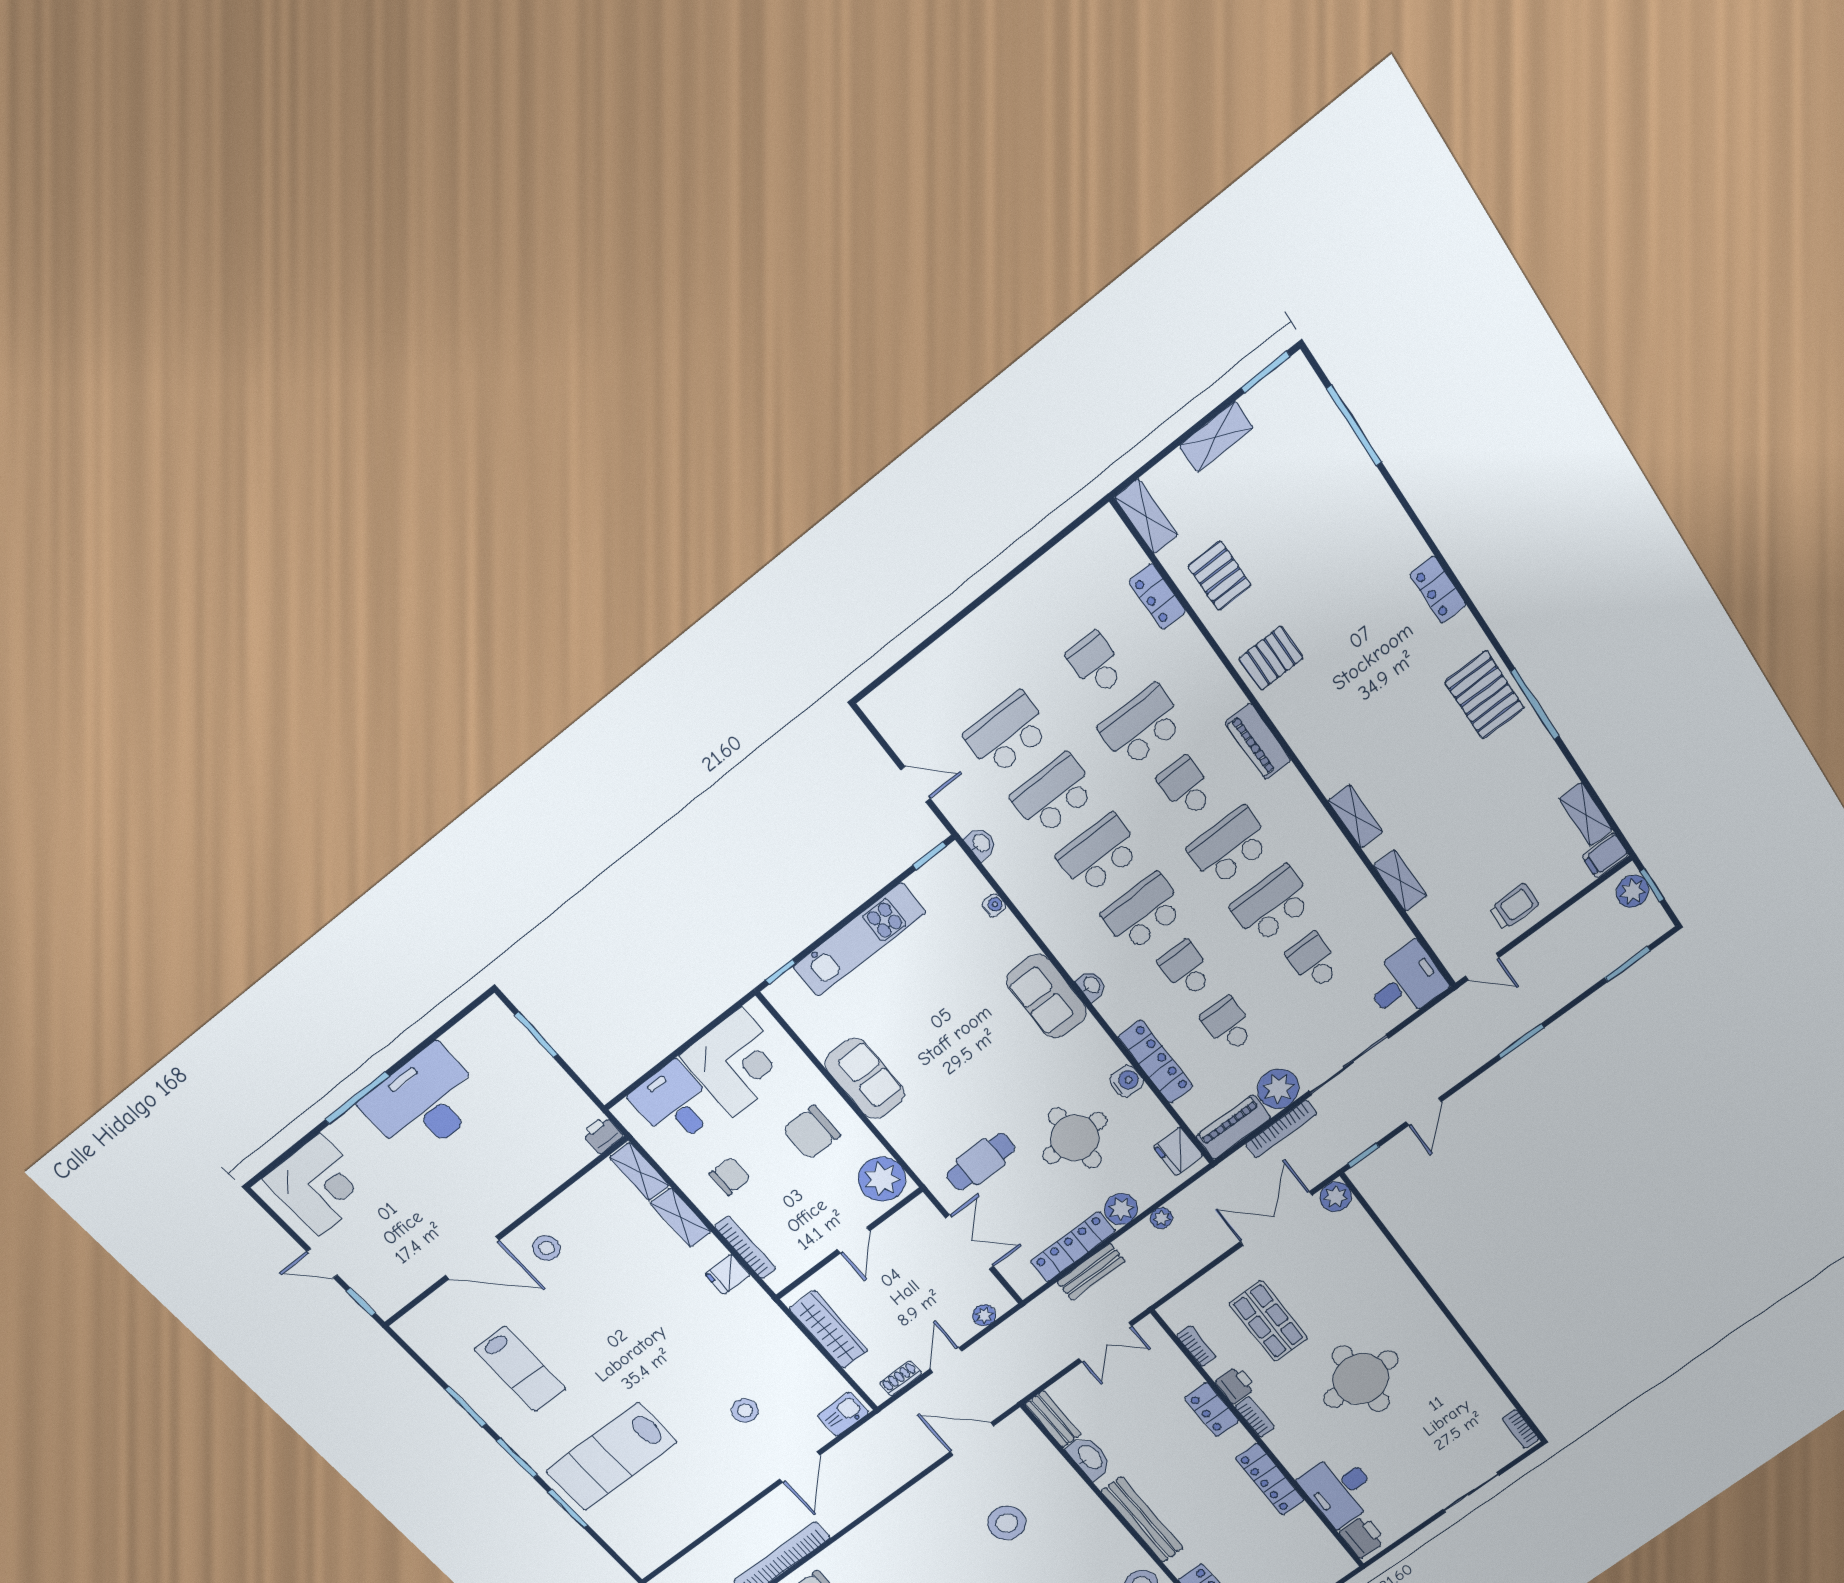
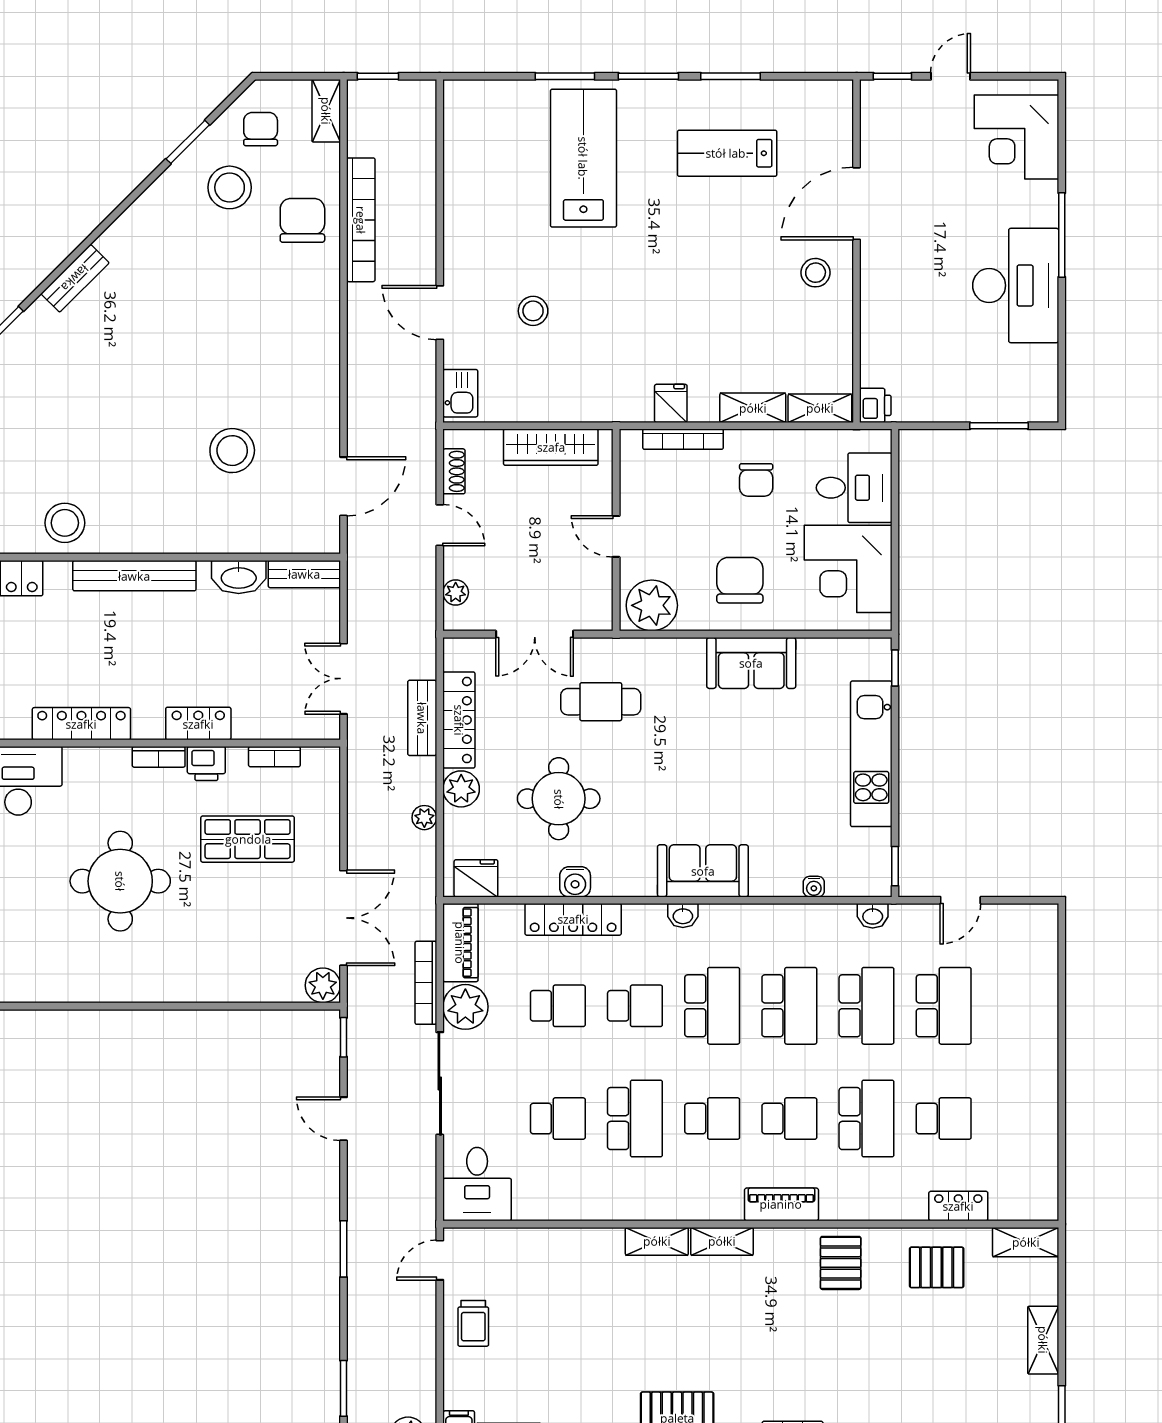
school desk: (1230, 846) -> (712, 1119), width x0.54
shelving: (1400, 881) -> (722, 1241), moved
cafe table: (981, 1162) -> (601, 702), turned 90

